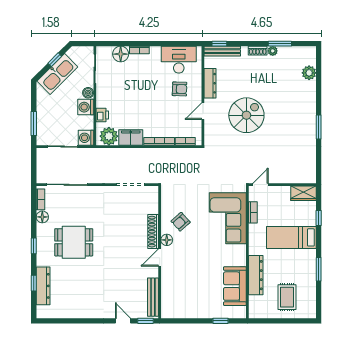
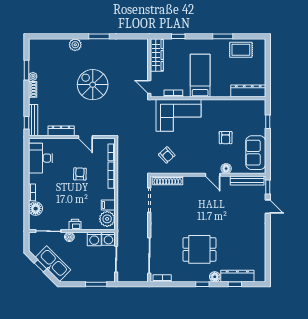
plant: (309, 73) -> (75, 45), moved
armchair: (180, 89) -> (80, 174), moved
washing machine: (86, 107) -> (94, 239), moved
printer: (102, 115) -> (75, 225), moved
spiral stairs: (246, 115) -> (93, 85), moved
filing cabinet: (131, 137) -> (108, 205), width x0.50
wardrobe: (304, 193) -> (157, 55), width x1.50
floor lamp: (42, 217) -> (215, 277), moved
armchair: (181, 222) -> (167, 155), moved
shoe rack: (153, 232) -> (168, 180), moved
bed: (291, 237) -> (200, 76), moved, turned 180
floor lamp: (167, 240) -> (226, 169), moved
dining table: (74, 242) -> (199, 249), turned 90
armchair: (202, 272) -> (226, 138), added
dresser: (256, 275) -> (248, 91), moved
sofa: (235, 286) -> (256, 153), moved, turned 90
rug: (287, 297) -> (241, 50), moved
door: (123, 321) -> (268, 207), swing flipped

